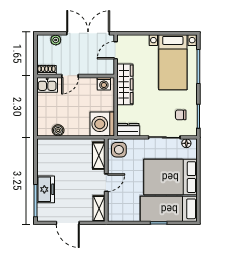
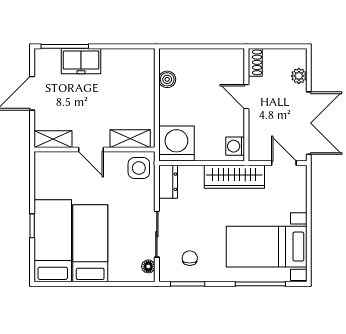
kitchen sink: (47, 85) -> (234, 63), removed
bed: (170, 177) -> (90, 243), width x0.67

